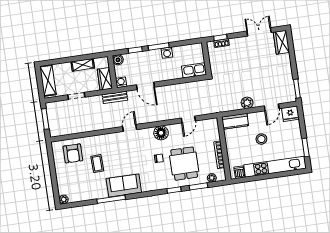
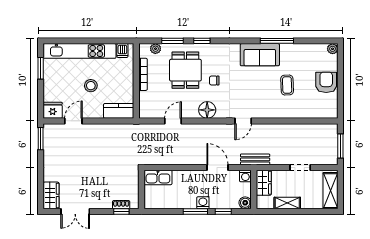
washing machine: (167, 53) -> (203, 203), moved
plant: (247, 103) -> (101, 130), removed
armchair: (73, 153) -> (326, 82), moved

